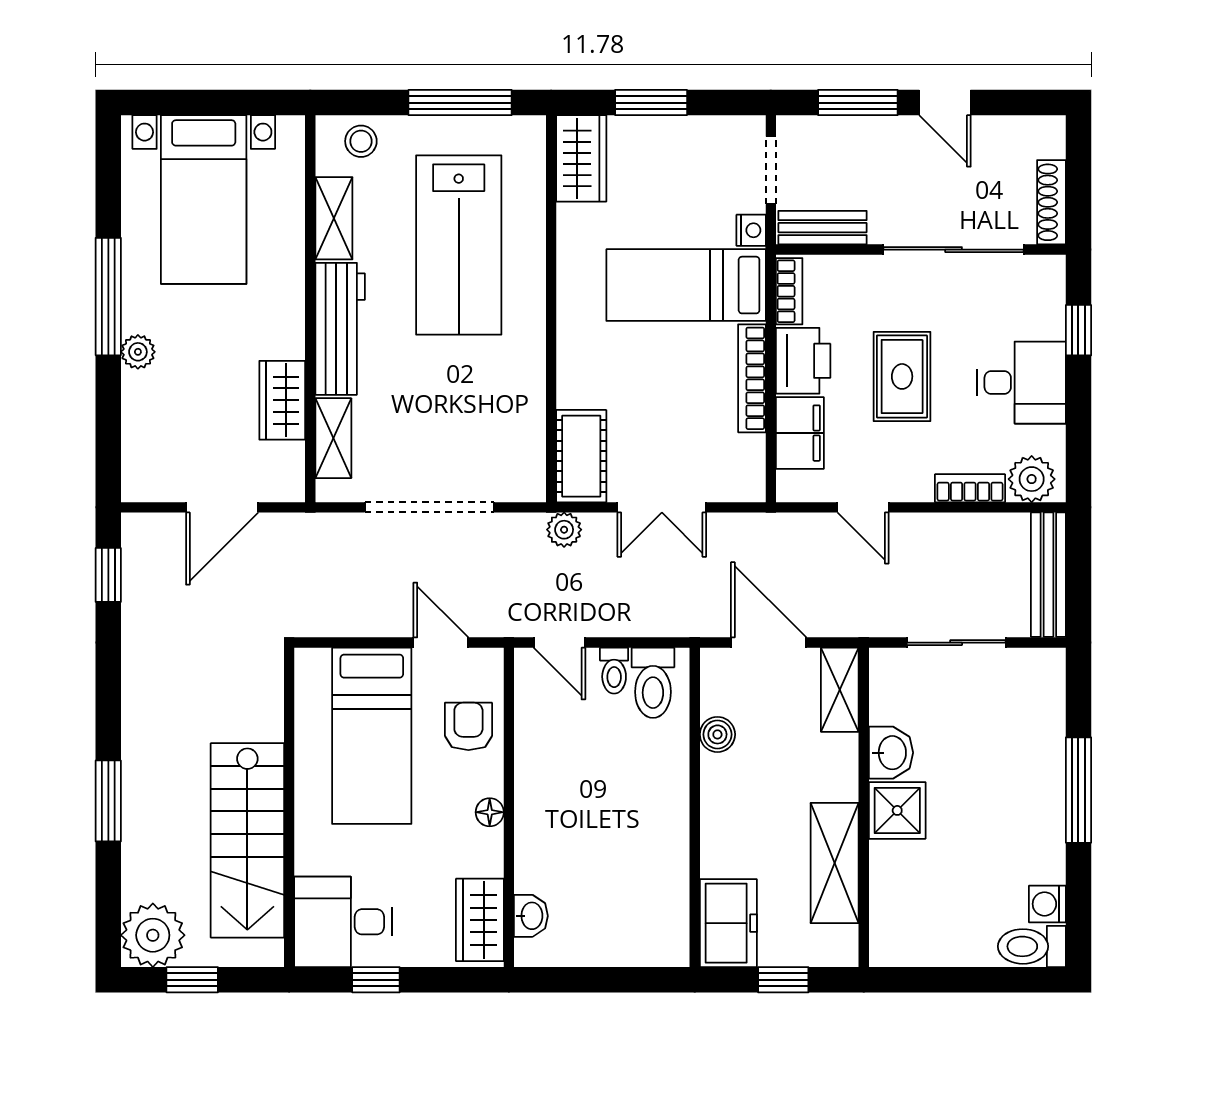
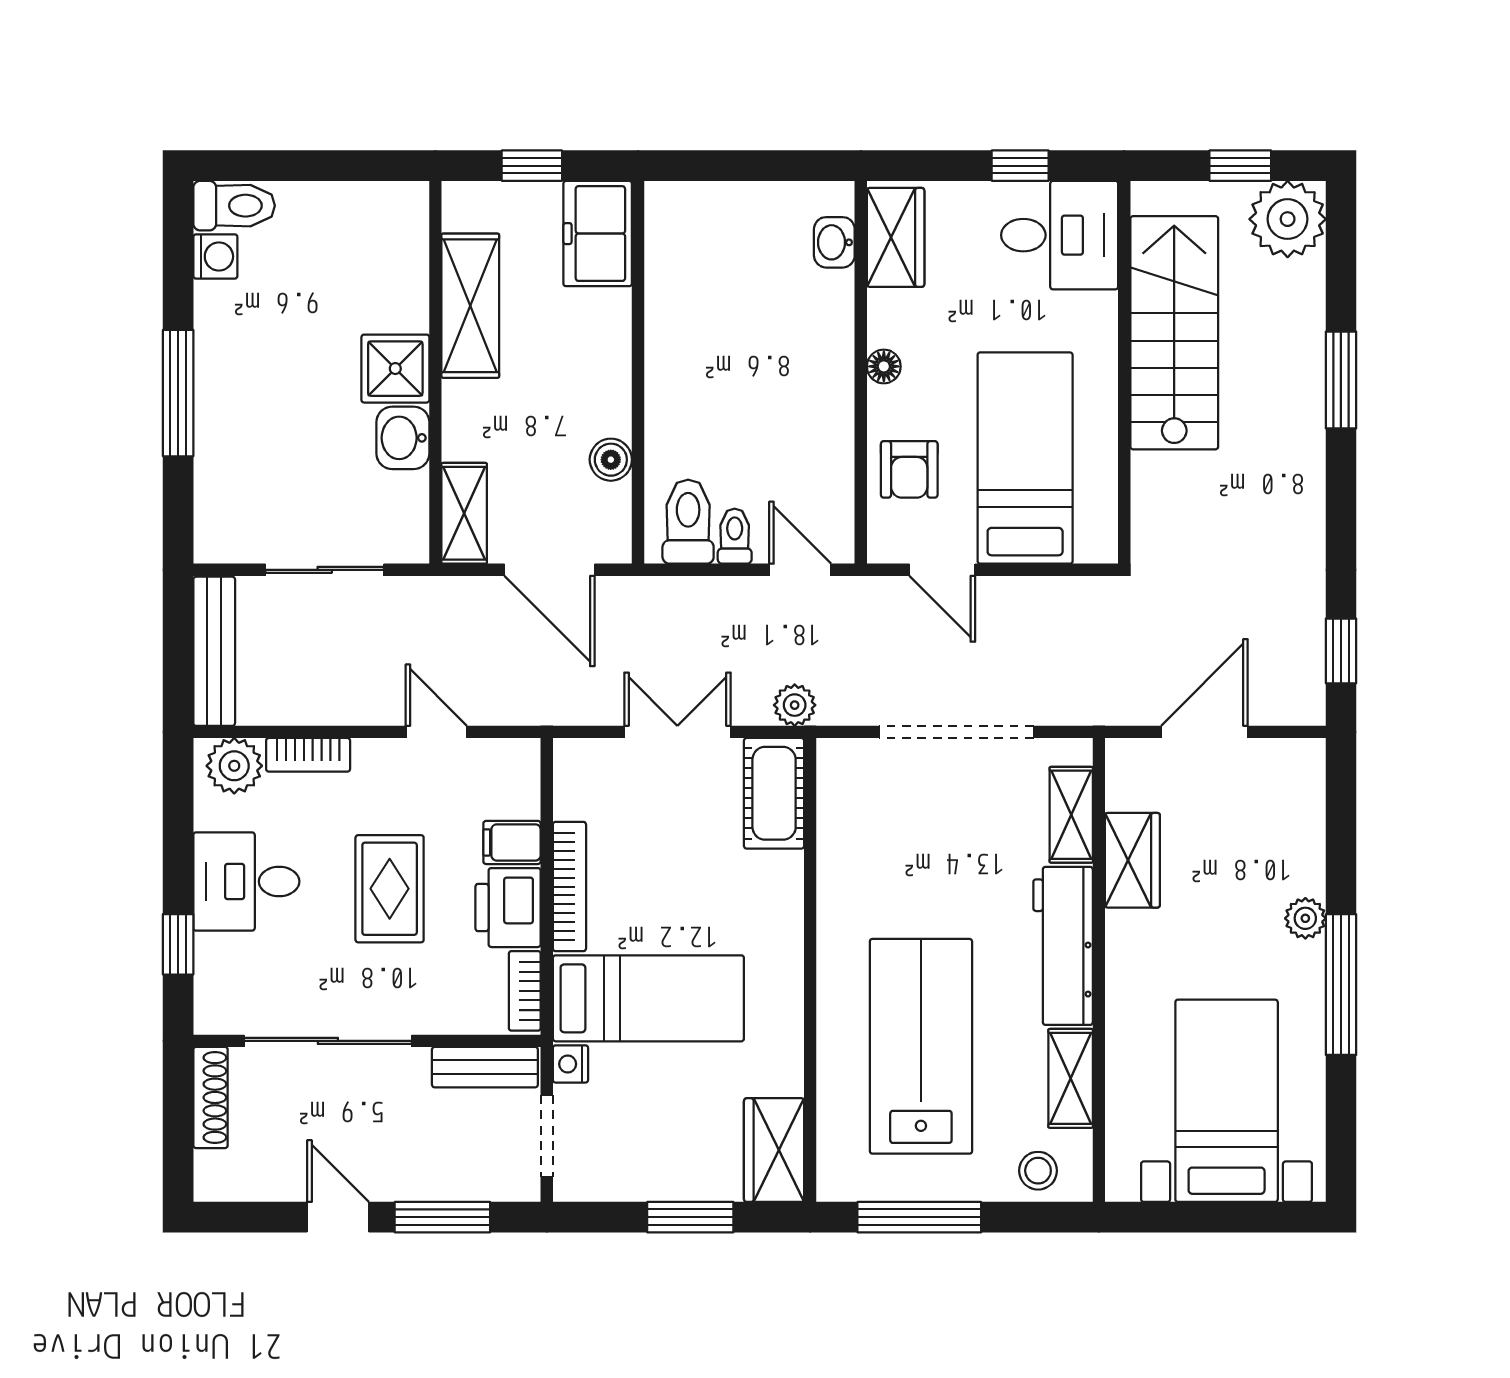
filing cabinet: (800, 433) -> (512, 842), width x0.50

